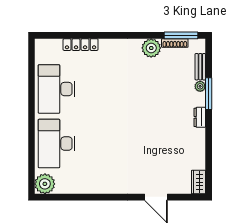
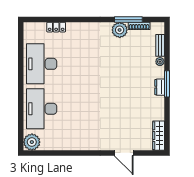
window: (181, 35) -> (128, 20), moved
locker: (81, 45) -> (56, 27), width x0.66
window: (209, 94) -> (167, 84), moved
wardrobe: (198, 182) -> (159, 136), width x1.50

